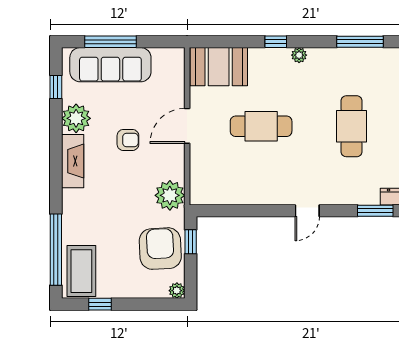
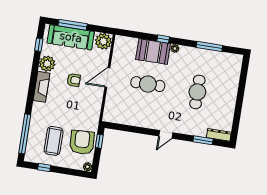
booth: (219, 67) -> (153, 51), moved
plant: (170, 195) -> (103, 41), moved
coffee table: (81, 271) -> (54, 141), moved

